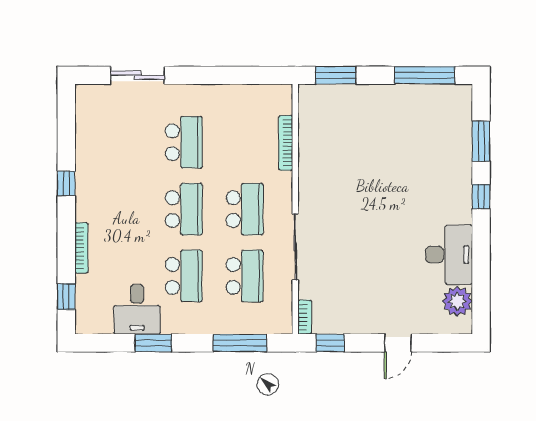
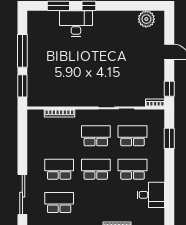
sliding door: (137, 75) -> (22, 195), width x1.37
window: (425, 75) -> (22, 51), moved
school desk: (123, 142) -> (59, 203), added
desk: (449, 255) -> (76, 24), moved
window: (153, 343) -> (169, 186), removed
window: (240, 343) -> (169, 138), width x0.69

